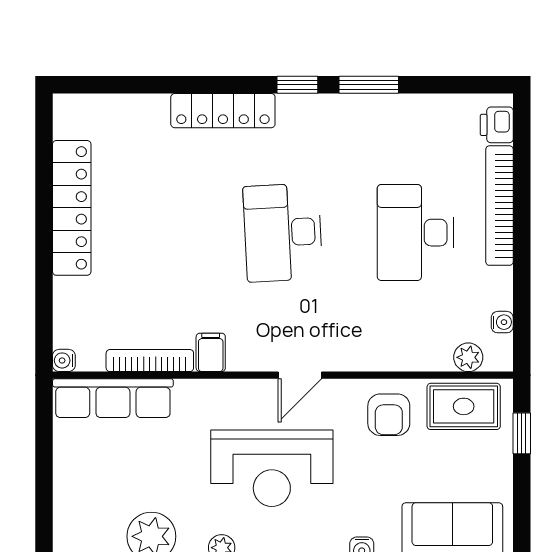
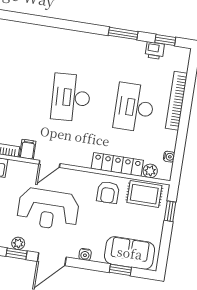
window: (297, 85) -> (165, 40), moved
locker: (223, 111) -> (117, 164), moved, turned 180
printer: (497, 125) -> (155, 51), moved, turned -90
door: (300, 375) -> (50, 164), moved

